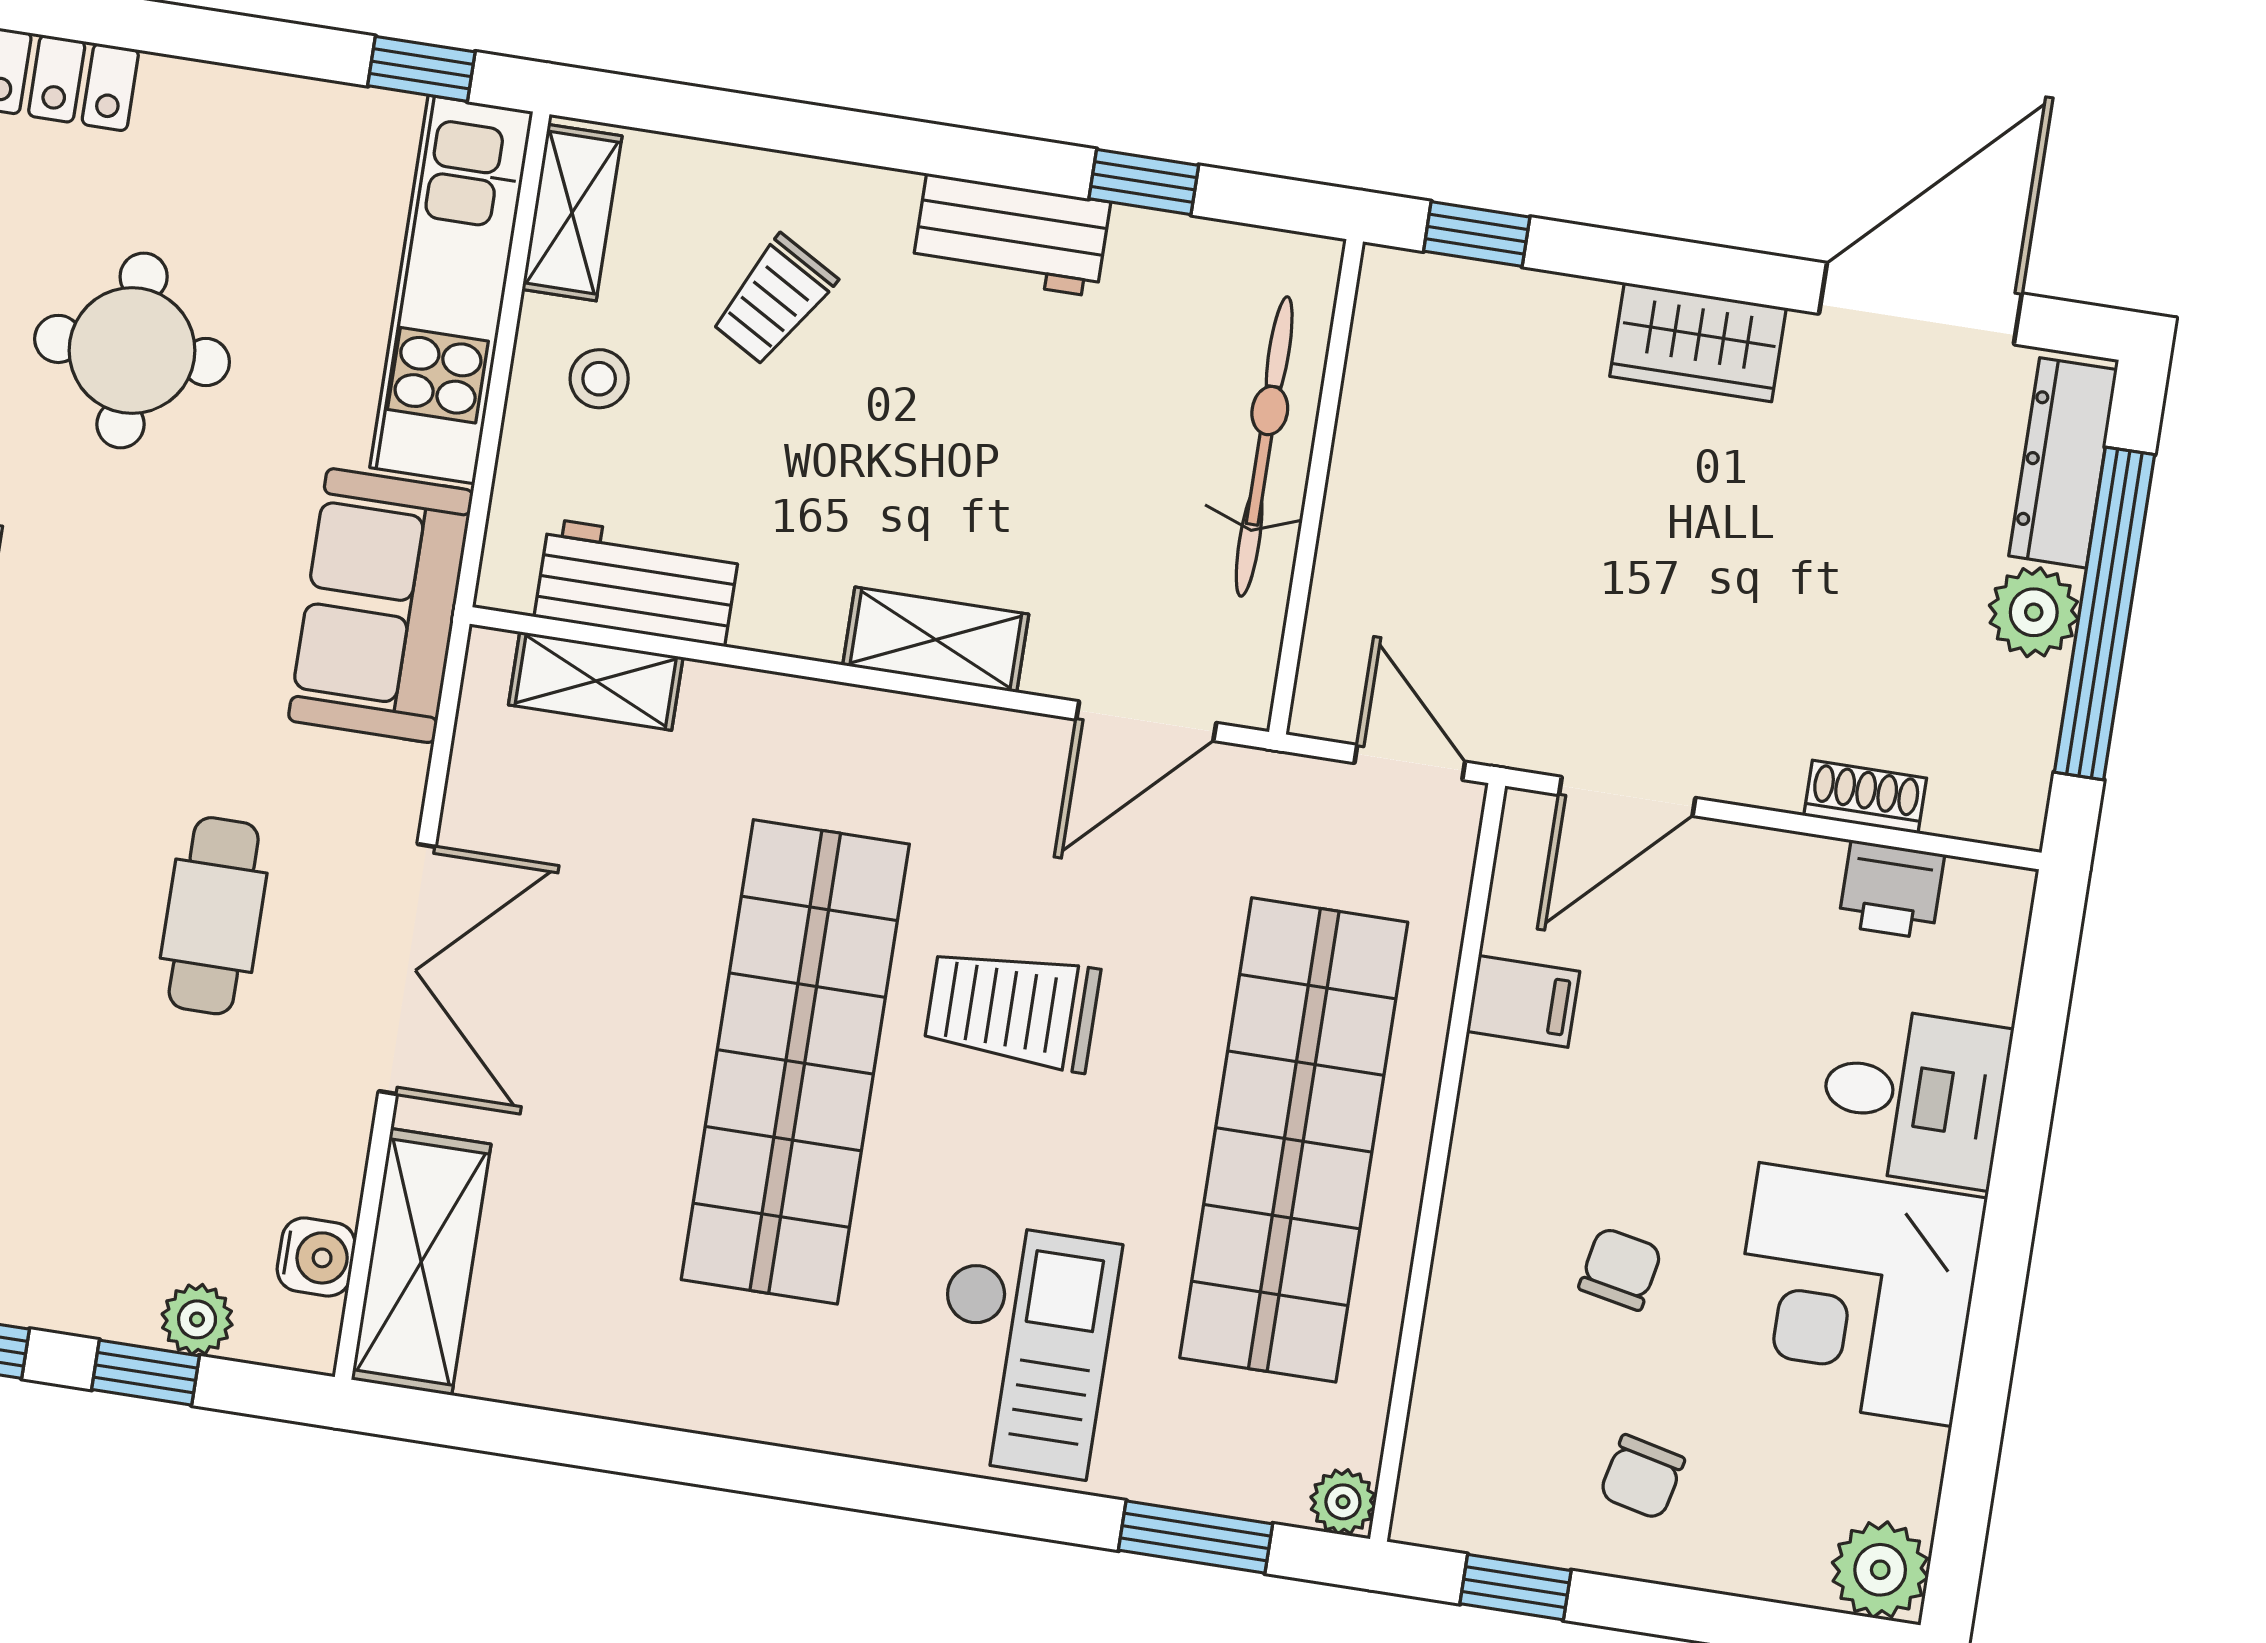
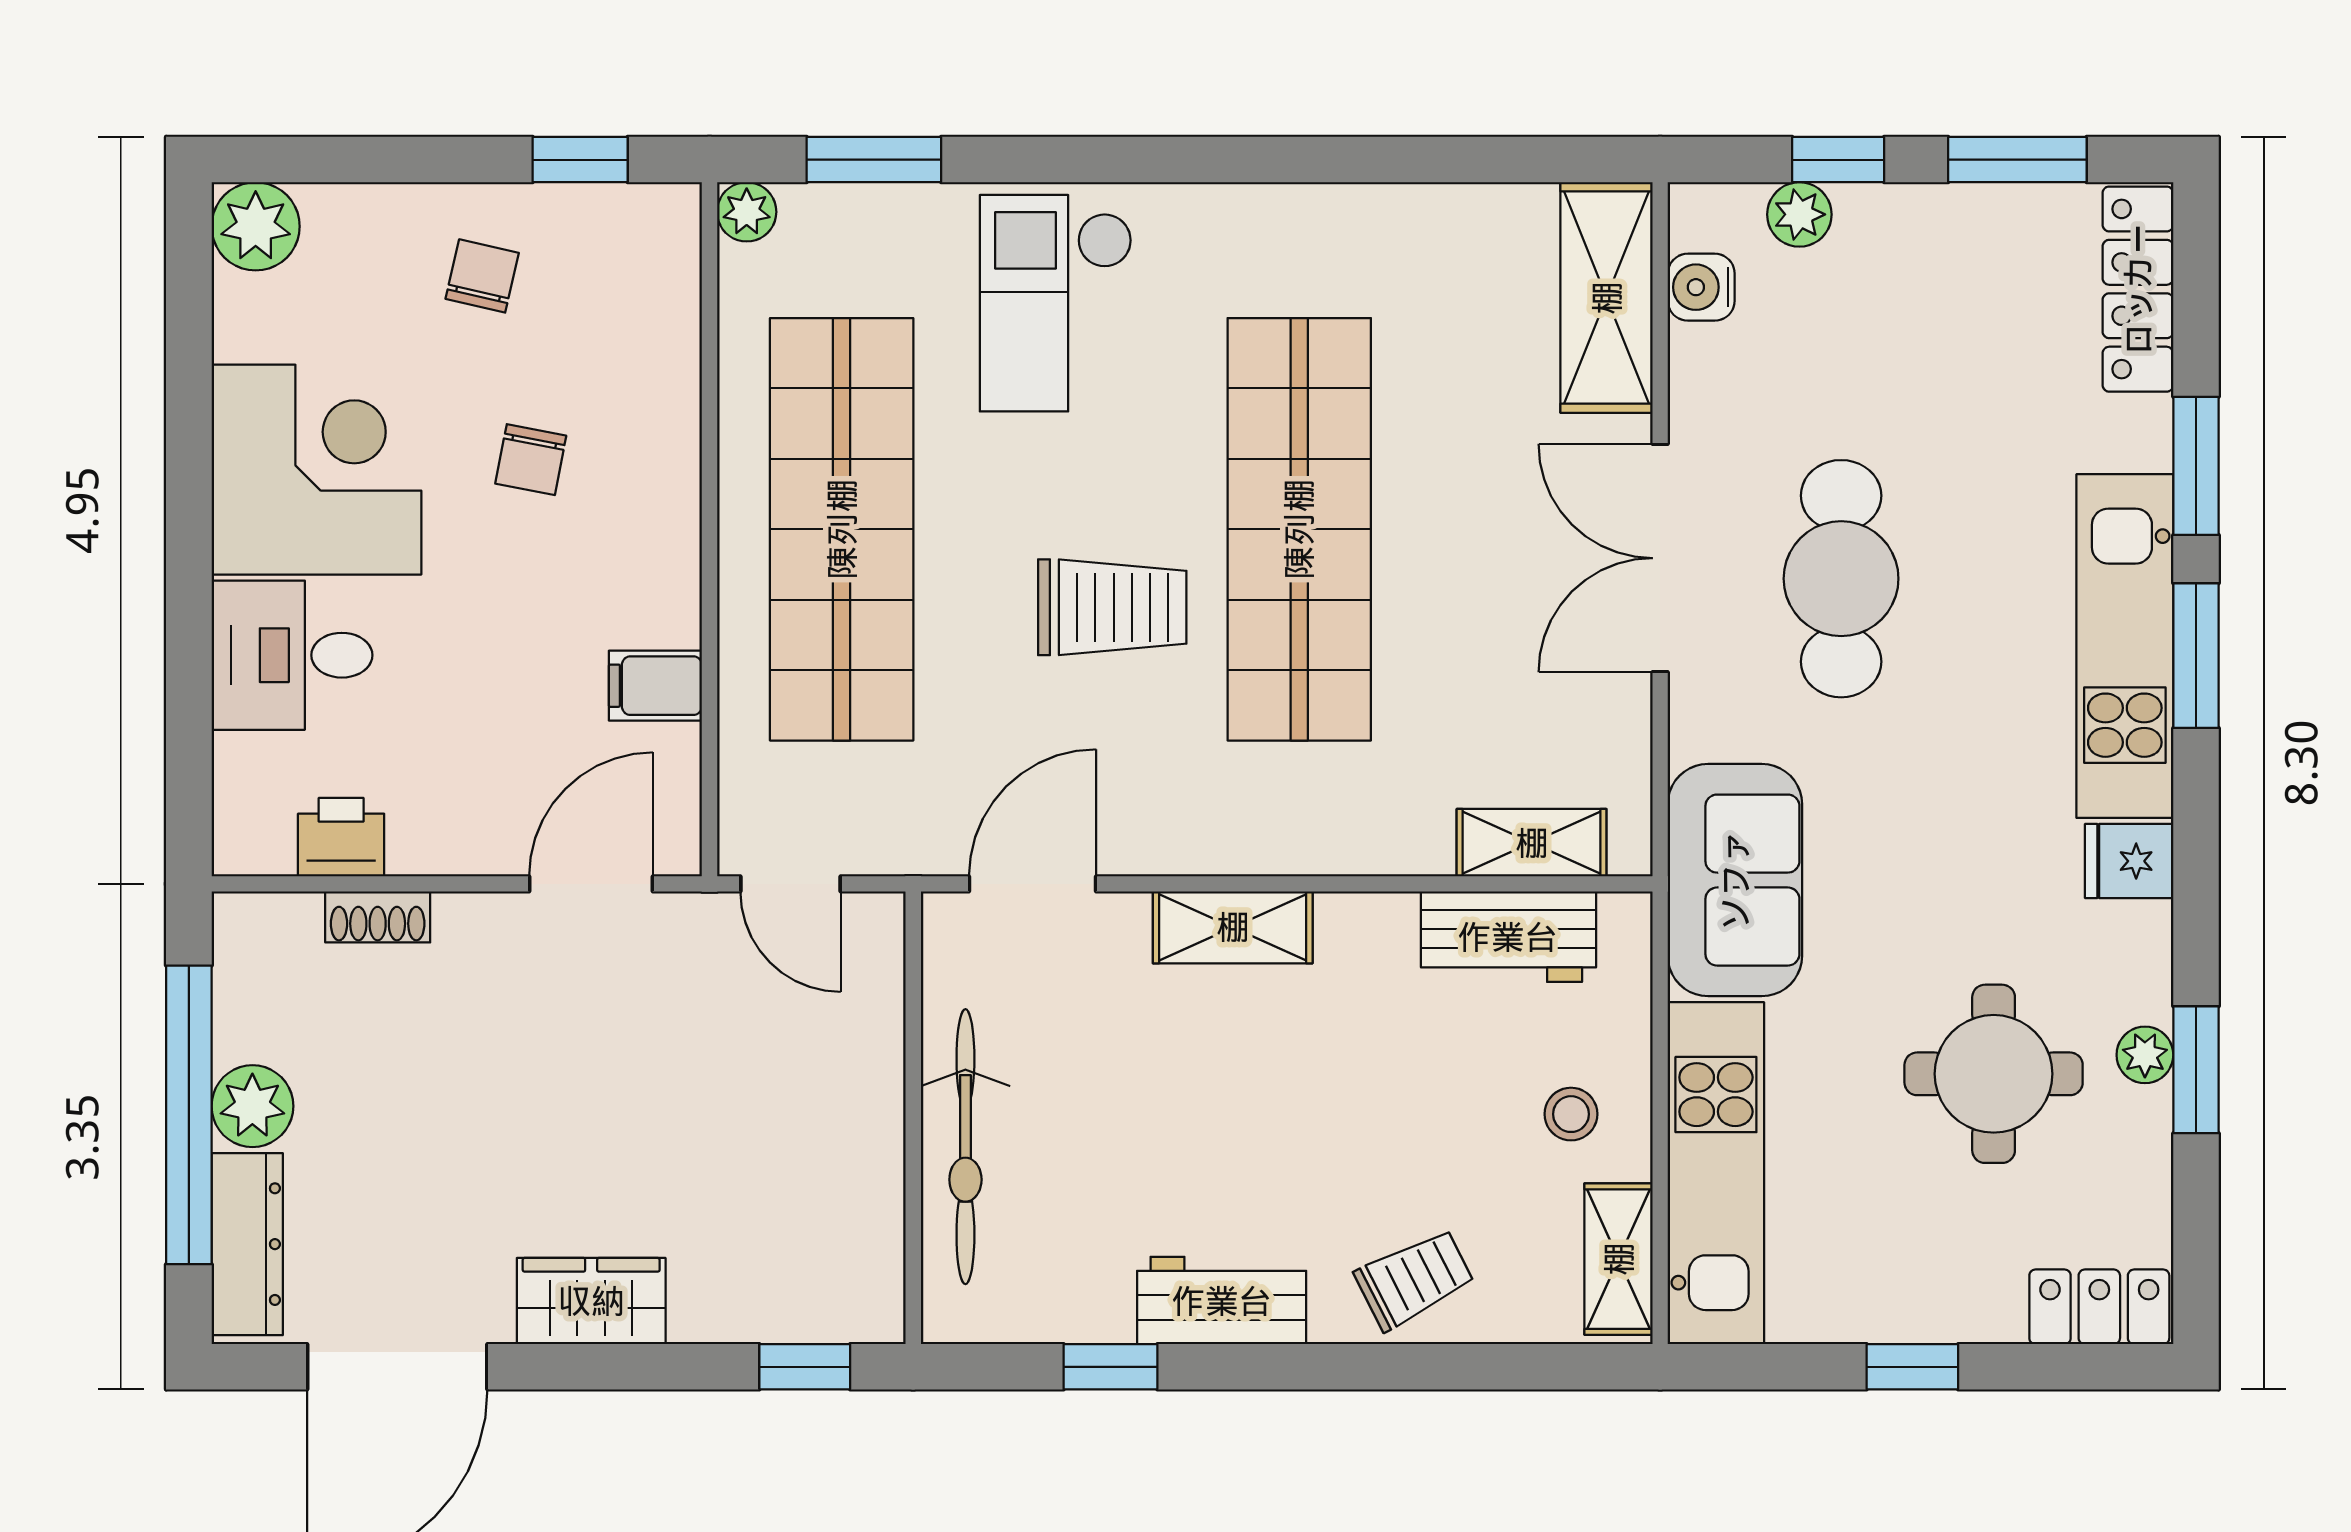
window: (421, 69) -> (1912, 1367), moved
trolley: (774, 300) -> (1414, 1279), moved, turned 33
cafe table: (214, 916) -> (1841, 579), width x1.37, depth x1.35

